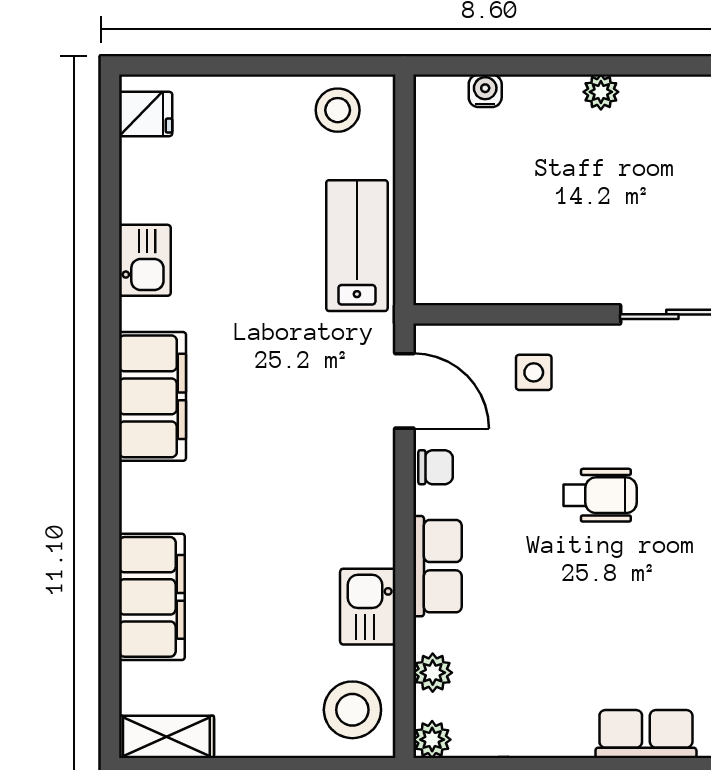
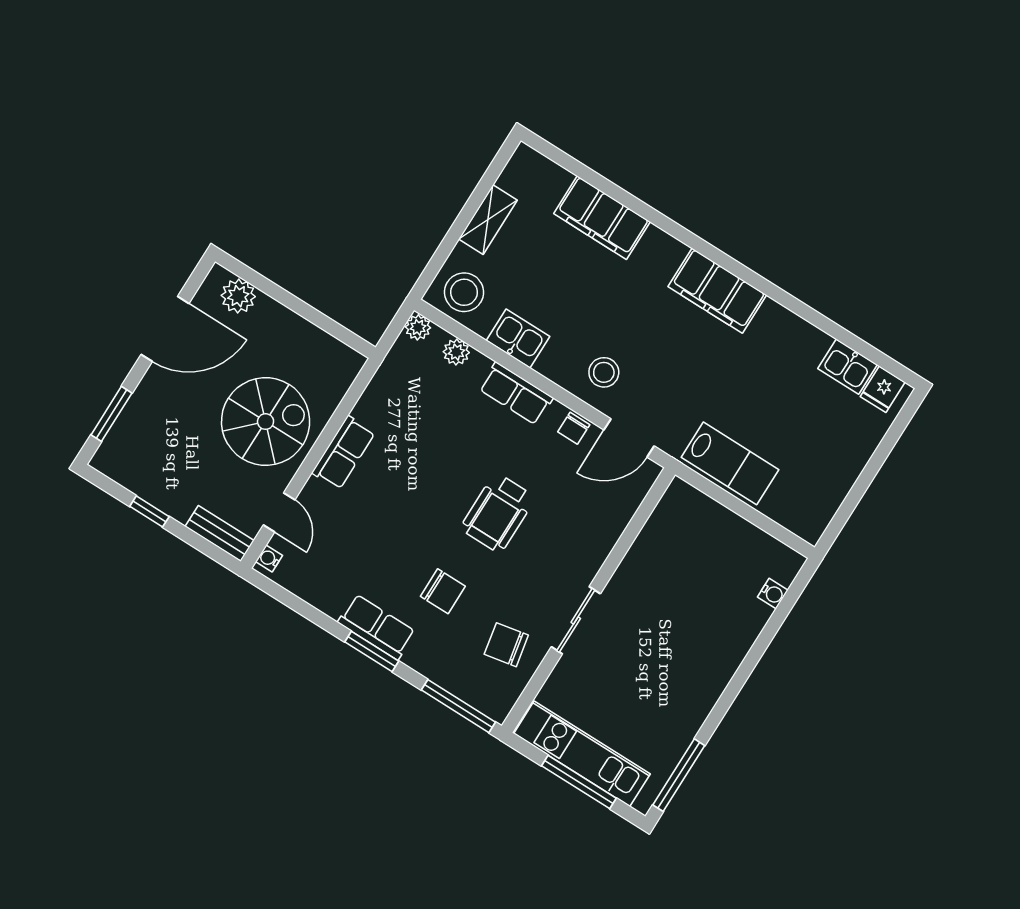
plant: (601, 92) -> (730, 660), removed
stool: (338, 110) -> (604, 372), moved
kitchen sink: (145, 260) -> (847, 367), moved
side table: (534, 372) -> (593, 519), removed
wheelchair: (600, 495) -> (498, 513), width x1.36, depth x1.37
shelving: (166, 737) -> (488, 220), moved

